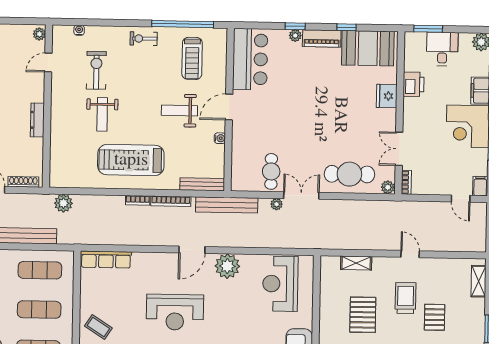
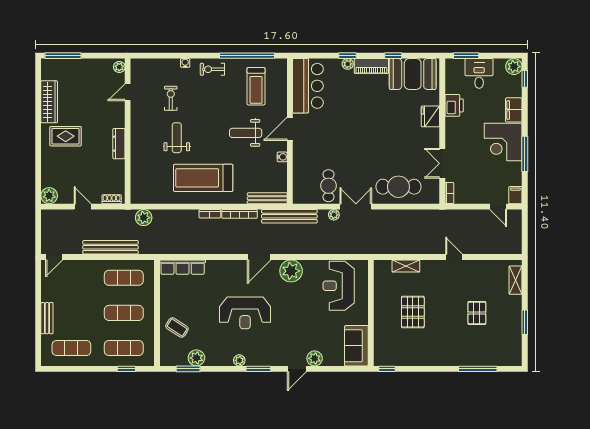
water cooler: (79, 30) -> (185, 63), moved
exercise bike: (96, 70) -> (171, 98), width x0.73, depth x0.72
weight bench: (102, 114) -> (177, 138), turned 180
shoe rack: (23, 182) -> (112, 199), width x0.70
plant: (388, 187) -> (433, 198), removed
trolley: (406, 298) -> (451, 296), removed

